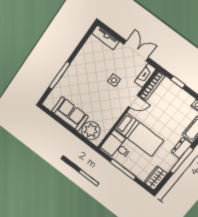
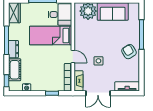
armchair: (81, 68) -> (129, 52), added
door: (134, 101) -> (73, 57), swing flipped

